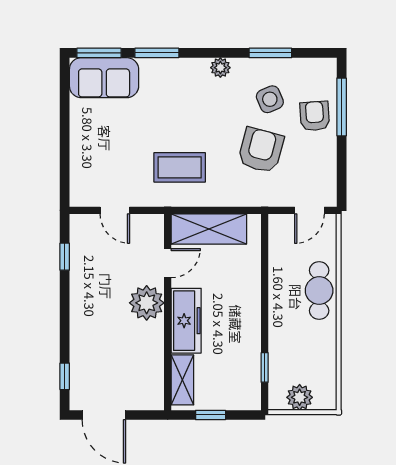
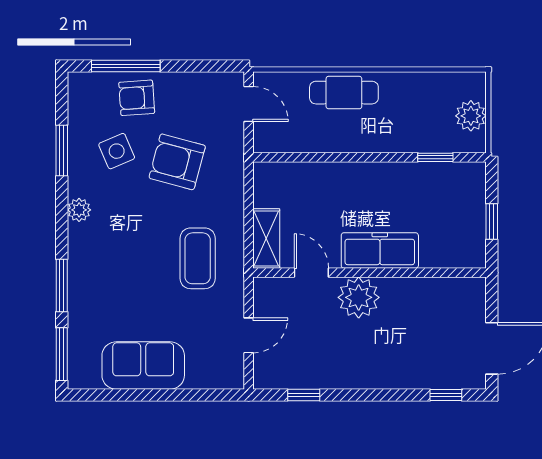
sofa: (104, 78) -> (143, 365), moved, turned -90
shelving: (209, 229) -> (266, 239), width x0.67, depth x0.75
shelving: (182, 380) -> (450, 255), removed

